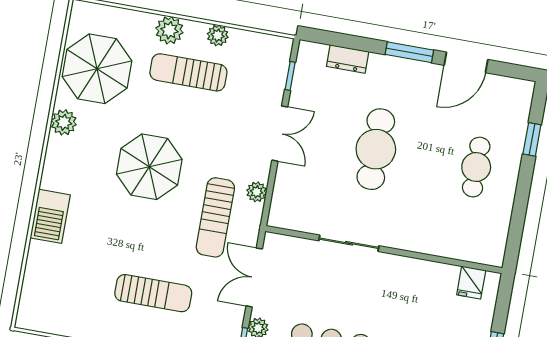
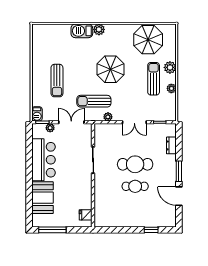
plant: (64, 122) -> (99, 29), moved
cafe table: (476, 167) -> (135, 186), moved

